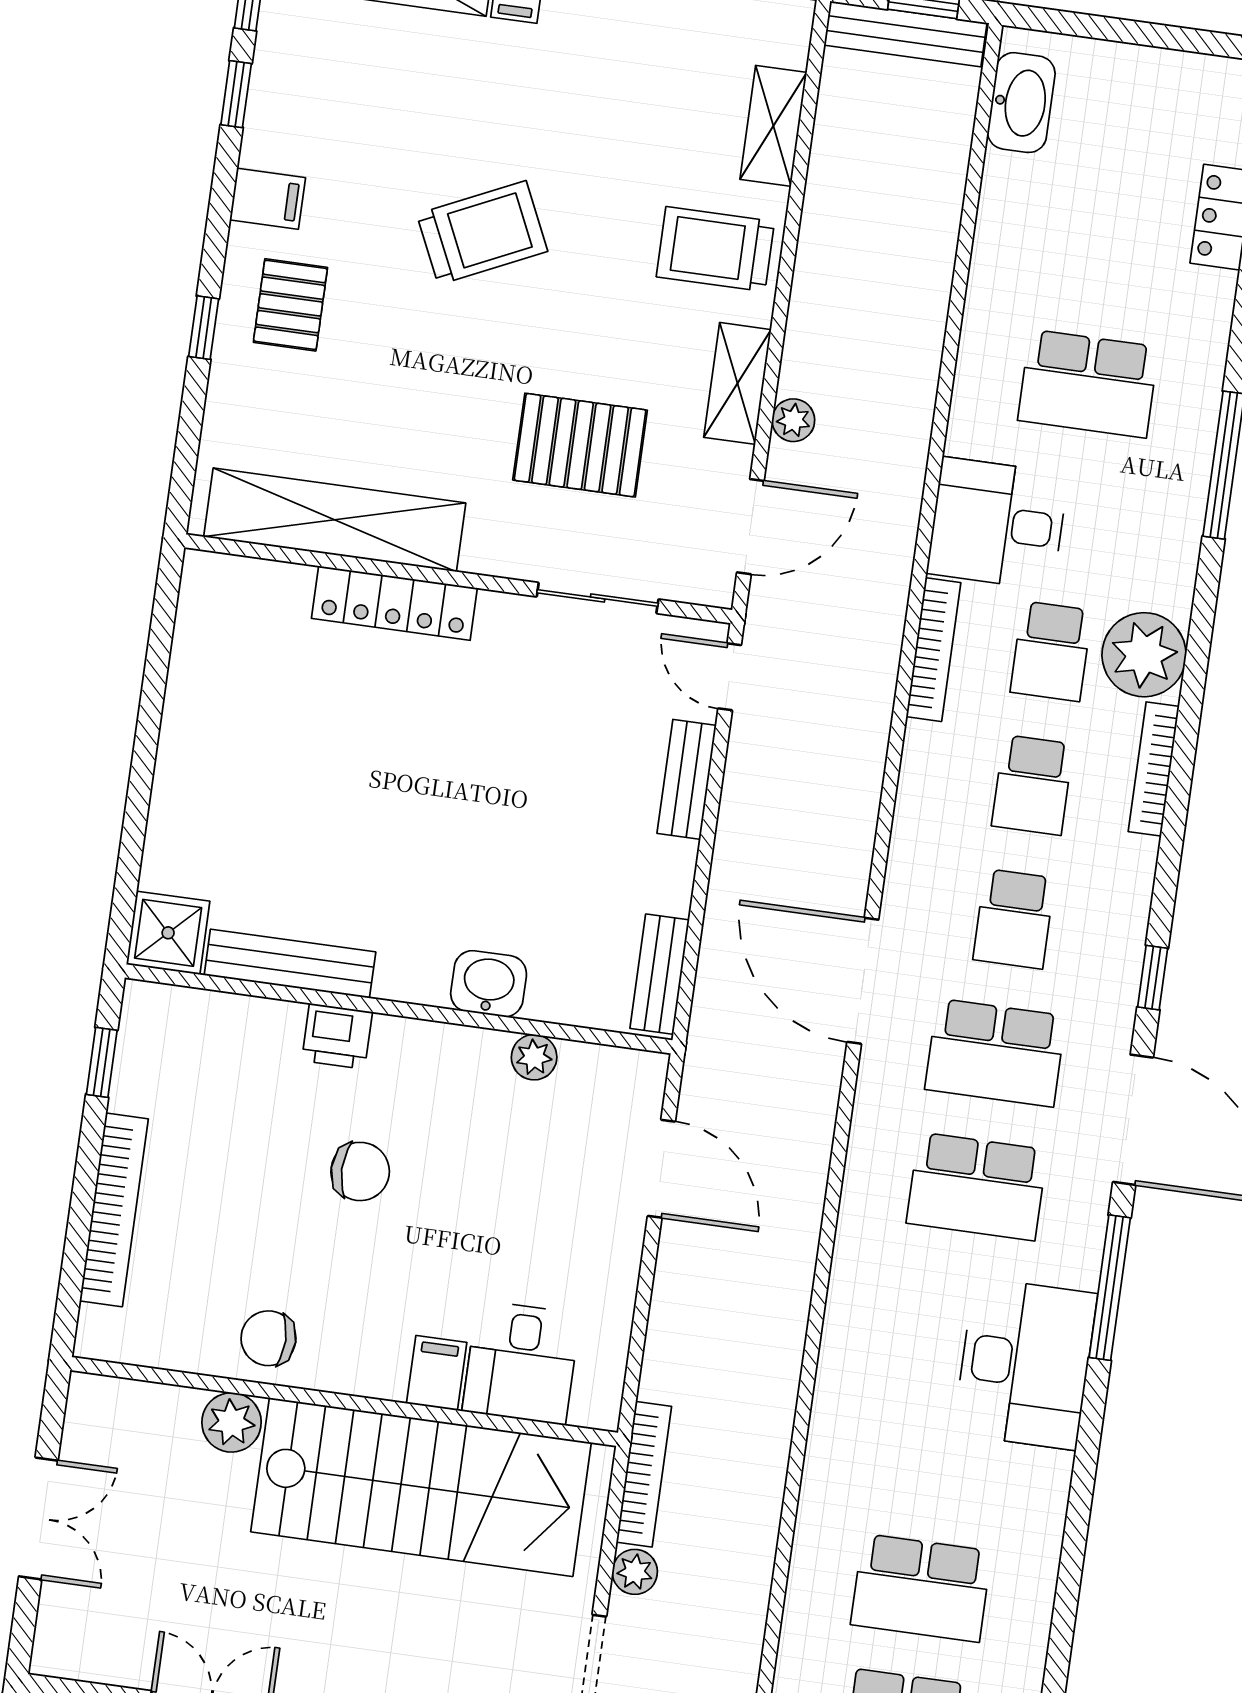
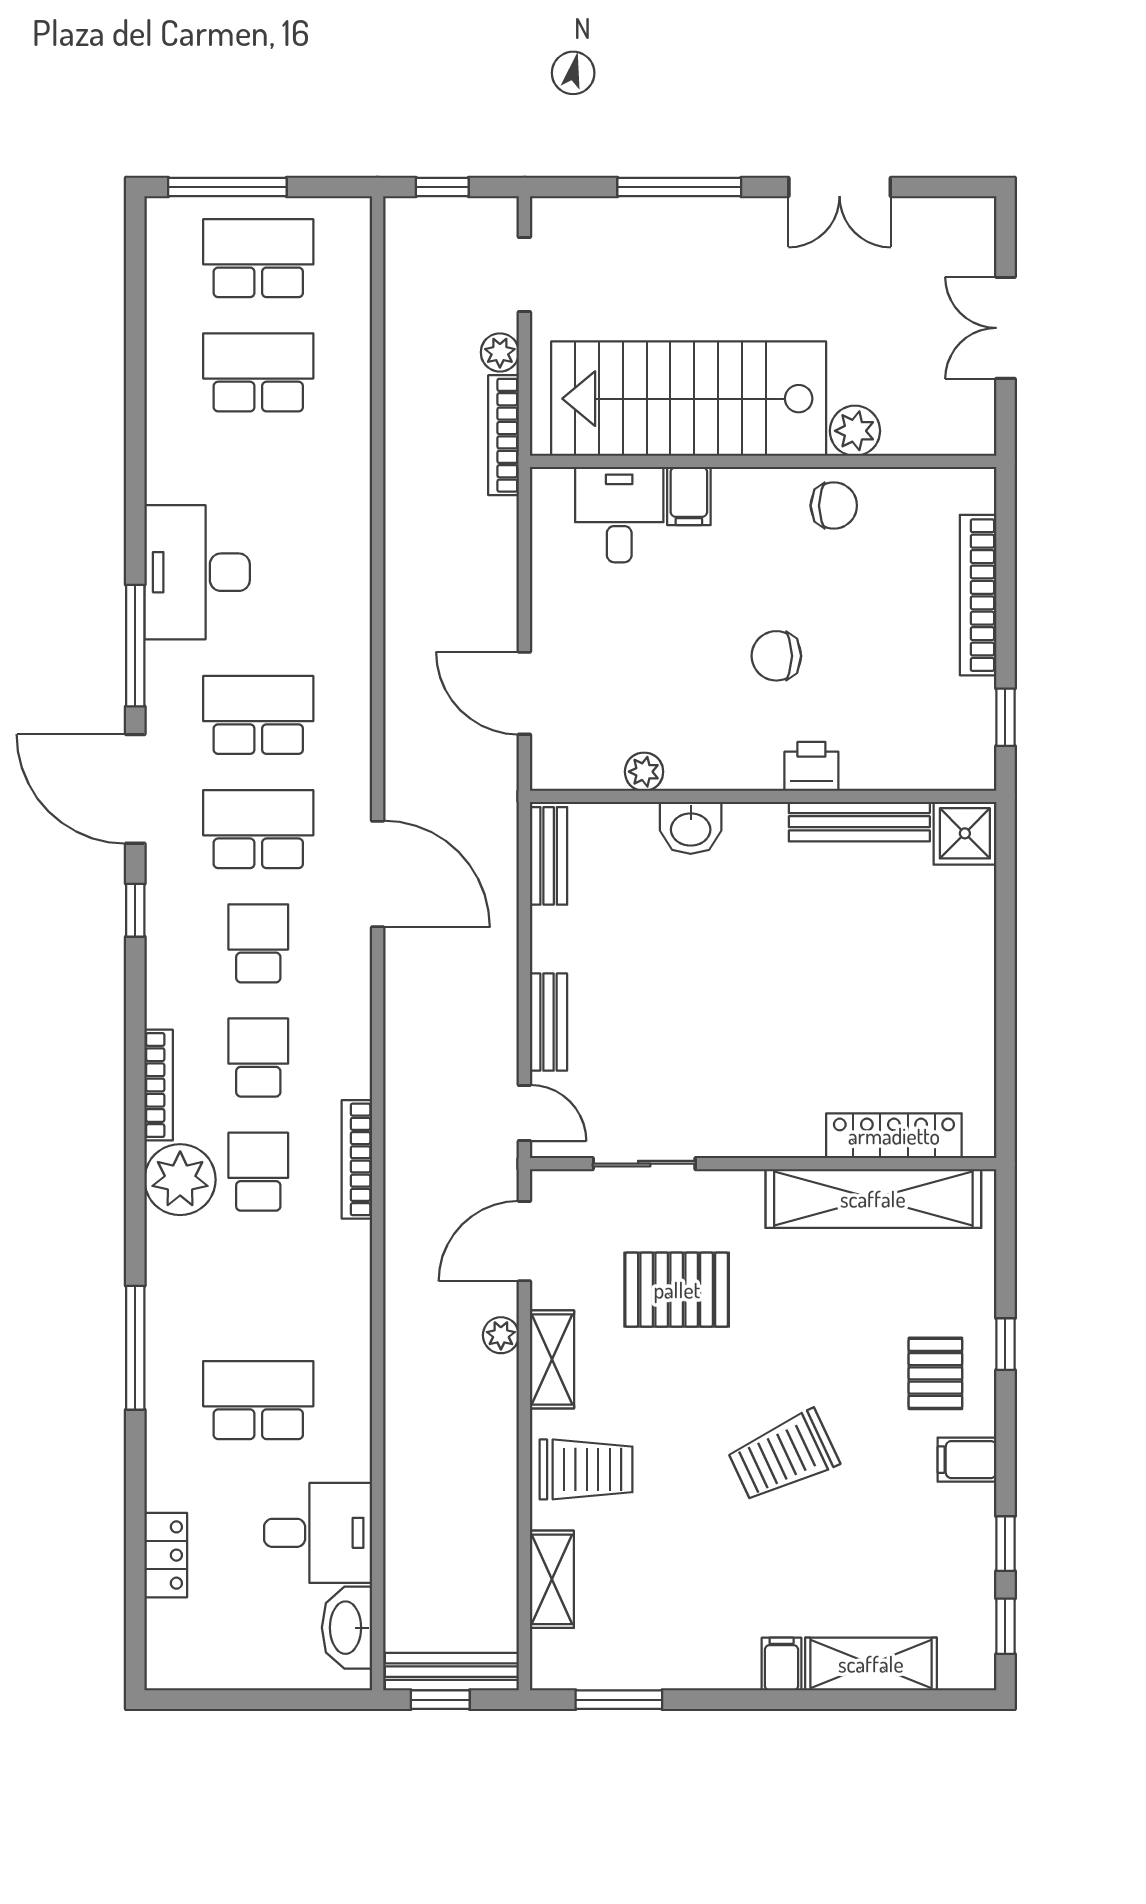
desk: (997, 524) -> (318, 1533), moved
locker: (394, 603) -> (894, 1136), moved

